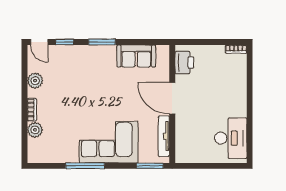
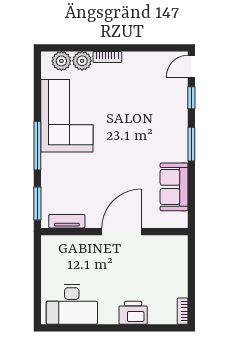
printer: (184, 63) -> (133, 313), moved, turned 180
plant: (35, 81) -> (61, 61), moved
tv unit: (164, 136) -> (67, 221), width x0.71
corner sofa: (109, 142) -> (67, 116), moved
window: (85, 166) -> (37, 146), moved

